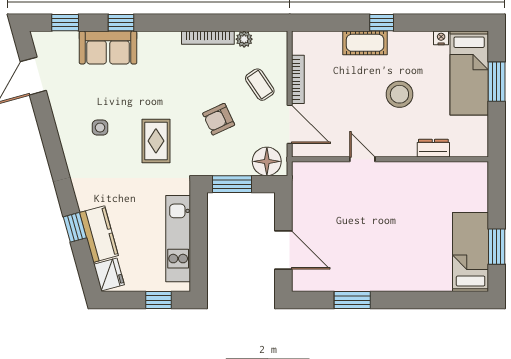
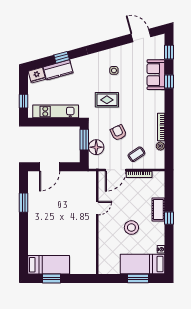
dresser: (433, 148) -> (103, 245), removed
floor lamp: (267, 161) -> (96, 147), moved

